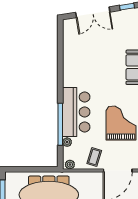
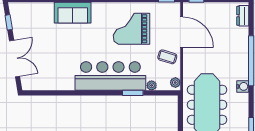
bar counter: (76, 112) -> (110, 76), width x1.36
window: (60, 124) -> (133, 93), width x0.47

